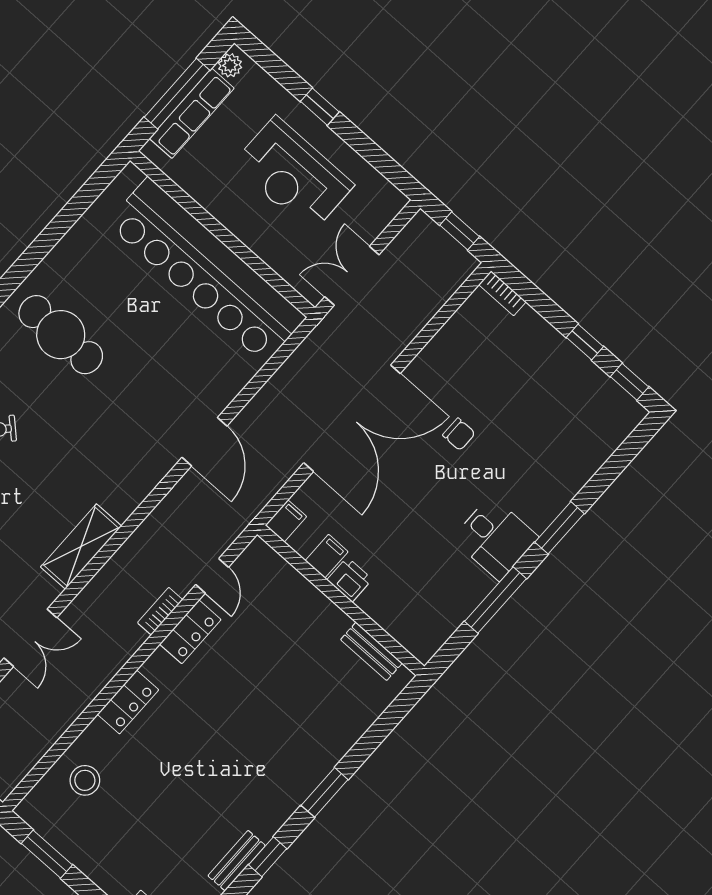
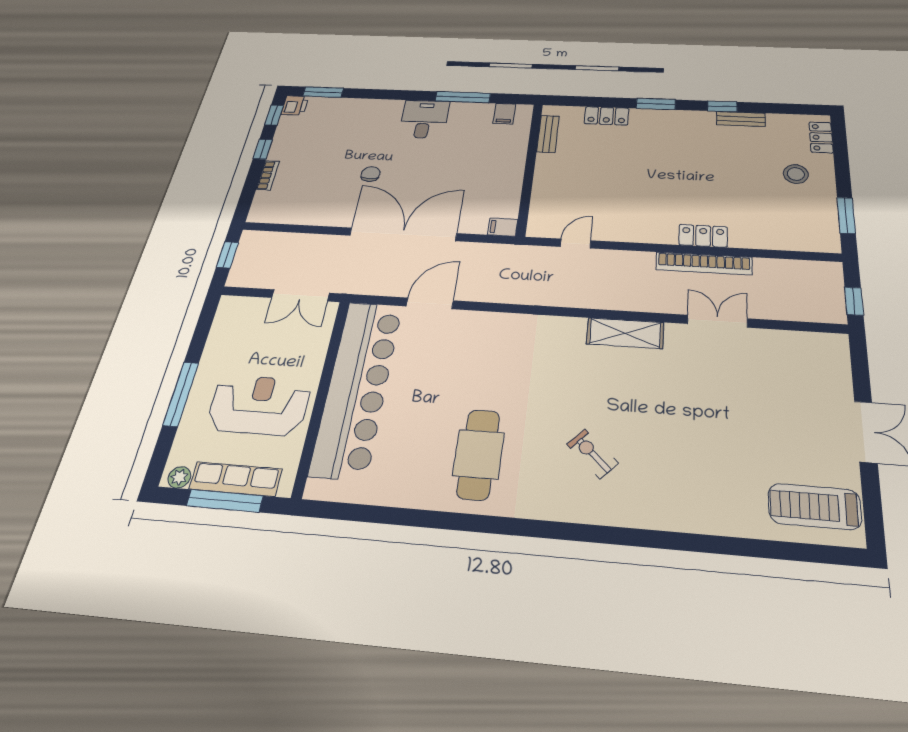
window: (320, 107) -> (181, 394), width x2.17
reception desk: (293, 175) -> (259, 405), moved, turned -90
bookcase: (502, 293) -> (268, 175), moved
door: (204, 442) -> (430, 303), moved
window: (560, 528) -> (323, 92), moved
filing cabinet: (327, 556) -> (504, 114), moved, turned -90
printer: (350, 580) -> (295, 105), moved, turned 180
bookcase: (160, 611) -> (704, 263), moved, width x2.31, depth x1.31
locker: (190, 632) -> (607, 116), moved, turned 180
stool: (85, 780) -> (796, 174), moved

